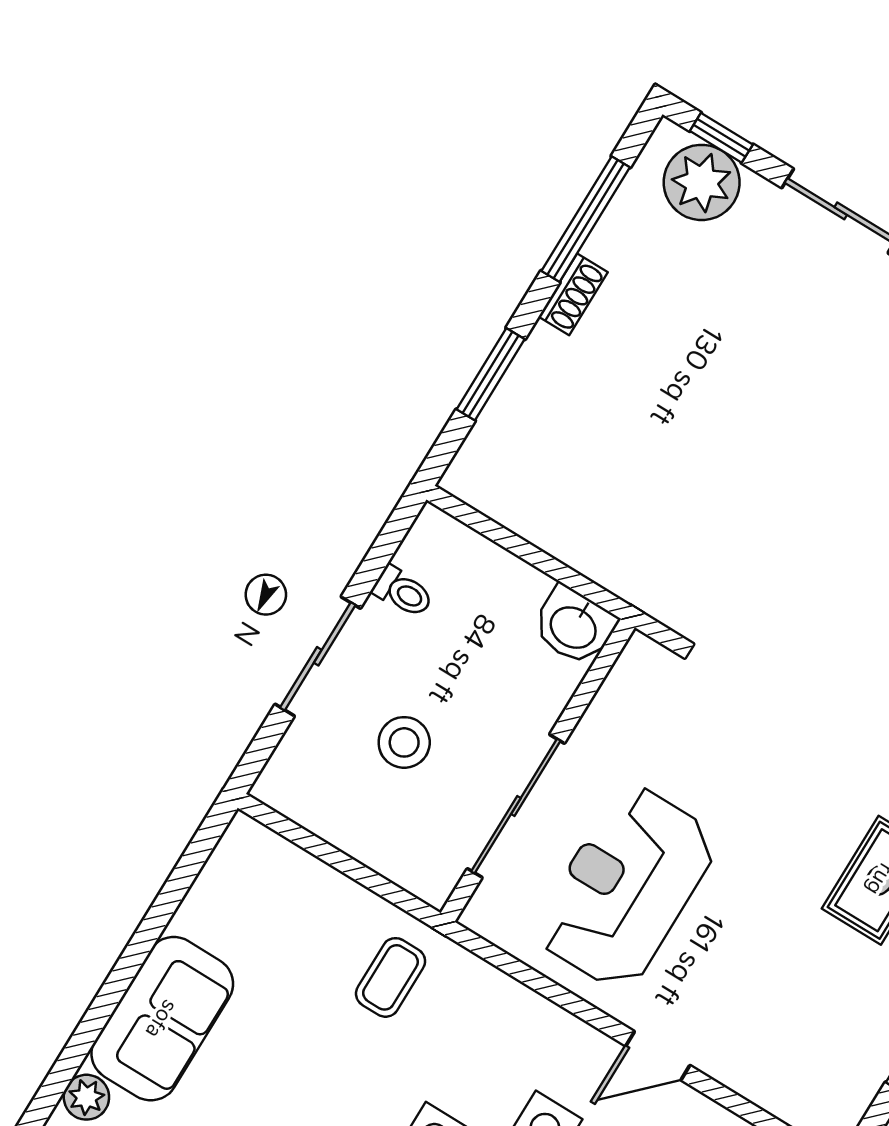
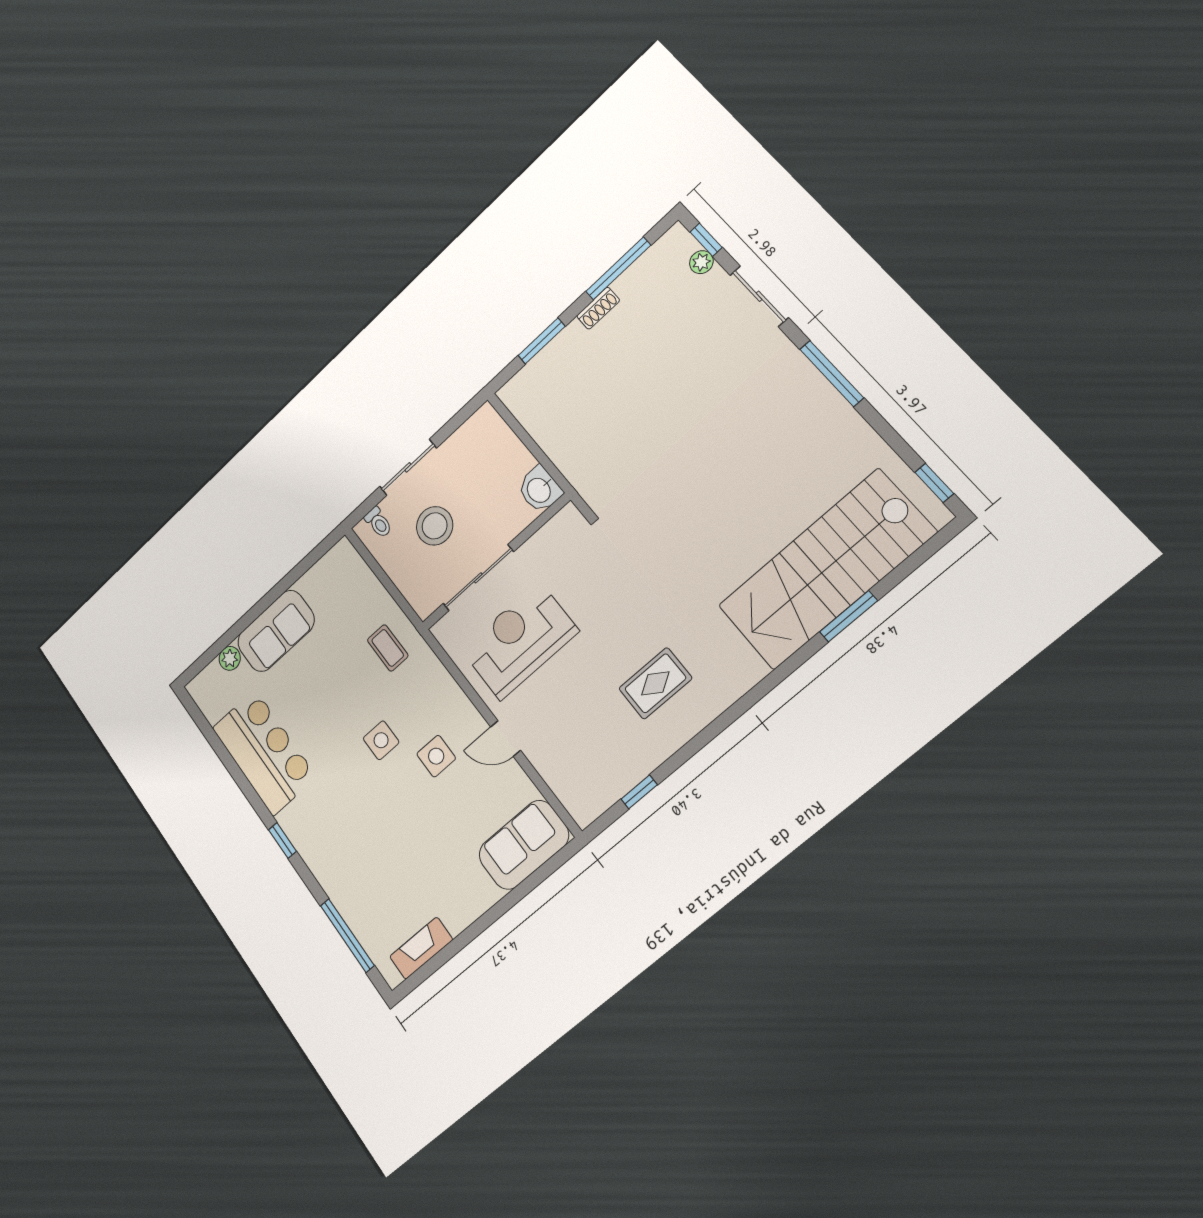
plant: (702, 182) -> (701, 262), width x0.53, depth x0.53
toilet: (403, 592) -> (378, 522), moved
stool: (404, 742) -> (435, 526), width x1.38, depth x1.38
coffee table: (391, 977) -> (388, 648), turned 90

